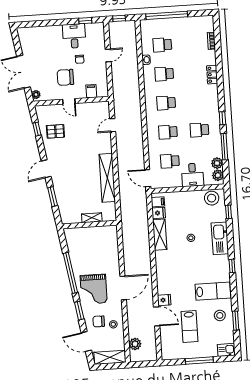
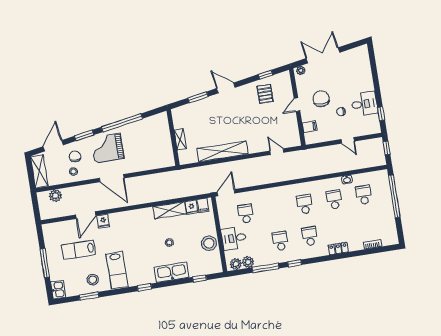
school desk: (168, 132) -> (310, 236), moved
stool: (212, 198) -> (209, 243), moved

